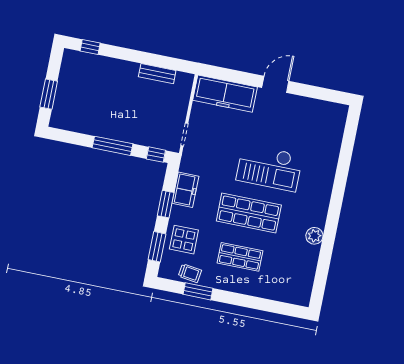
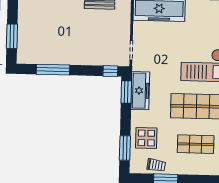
window: (113, 146) -> (53, 70), moved
freezer: (185, 190) -> (140, 91), width x1.40
window: (166, 204) -> (126, 92), moved

